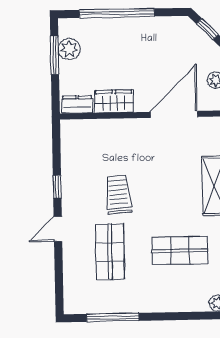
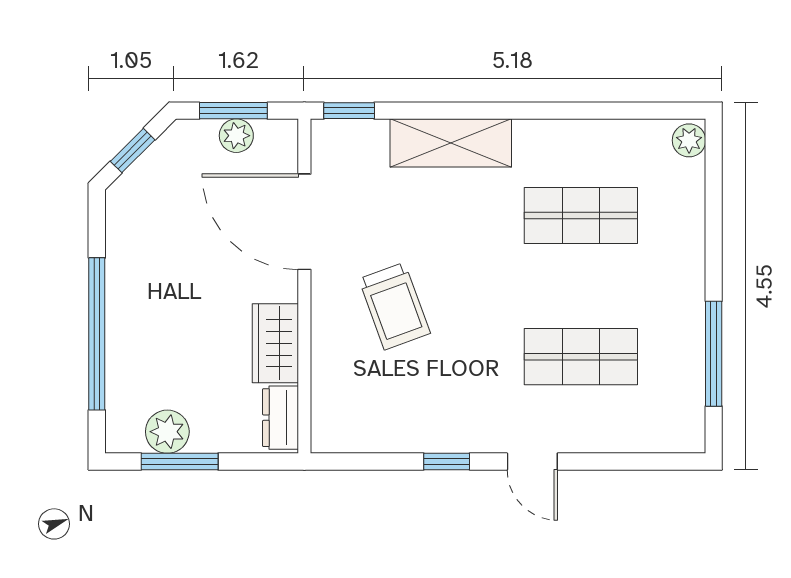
trolley: (118, 195) -> (394, 306), moved, turned -106
shop shelf: (180, 251) -> (581, 215), turned 90

